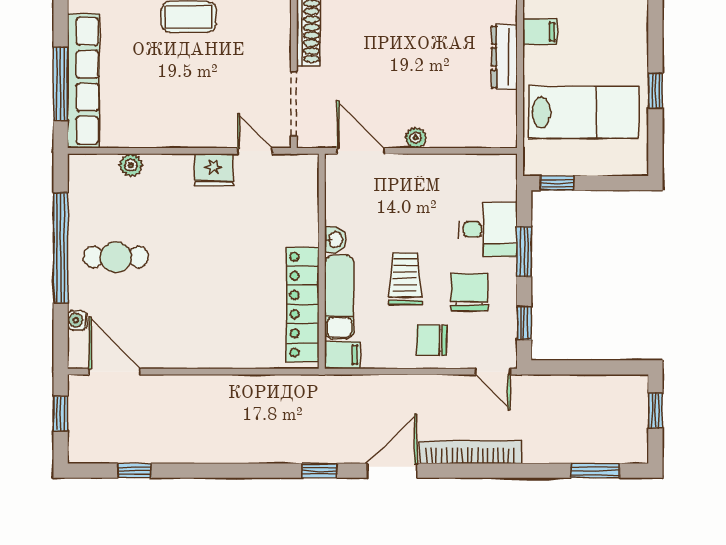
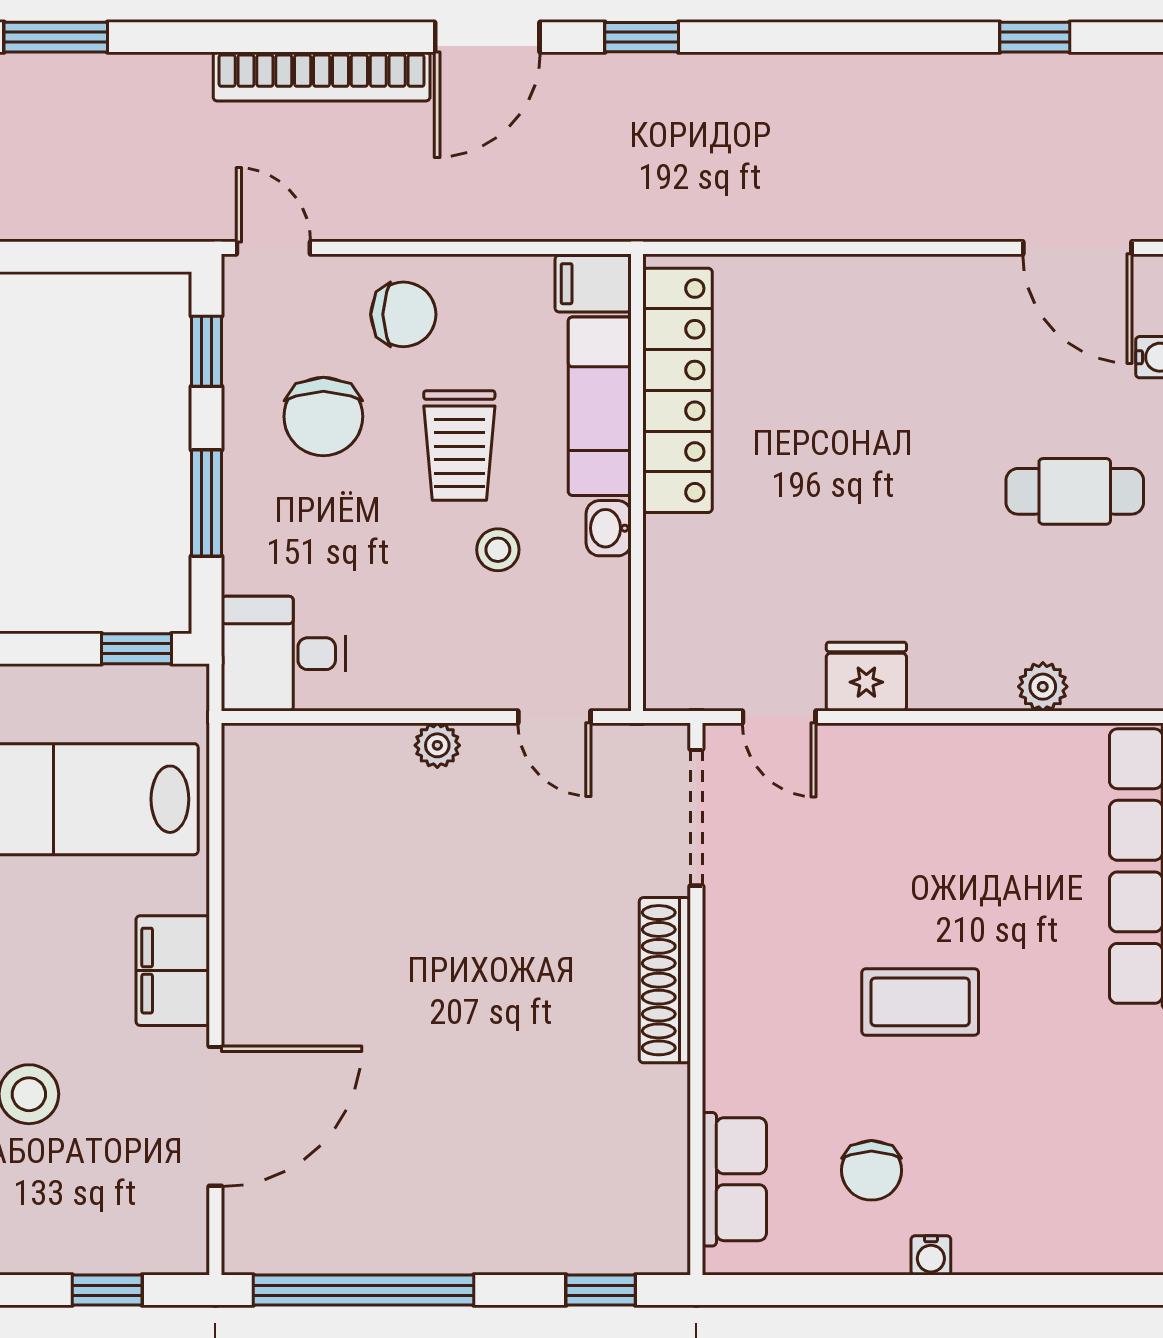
filing cabinet: (540, 32) -> (173, 971), width x2.00
dresser: (504, 57) -> (248, 917), removed
door: (361, 151) -> (554, 717), width x0.73
stool: (387, 230) -> (498, 550), added
desk: (488, 230) -> (283, 654), moved

